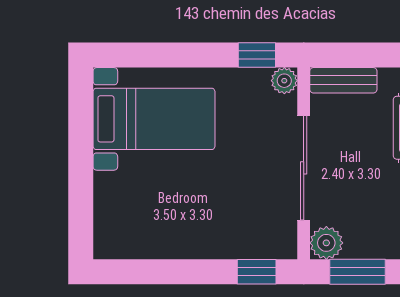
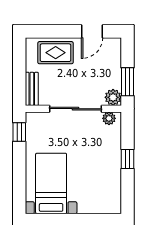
plant: (284, 81) -> (109, 118), moved
window: (257, 272) -> (127, 159), moved

